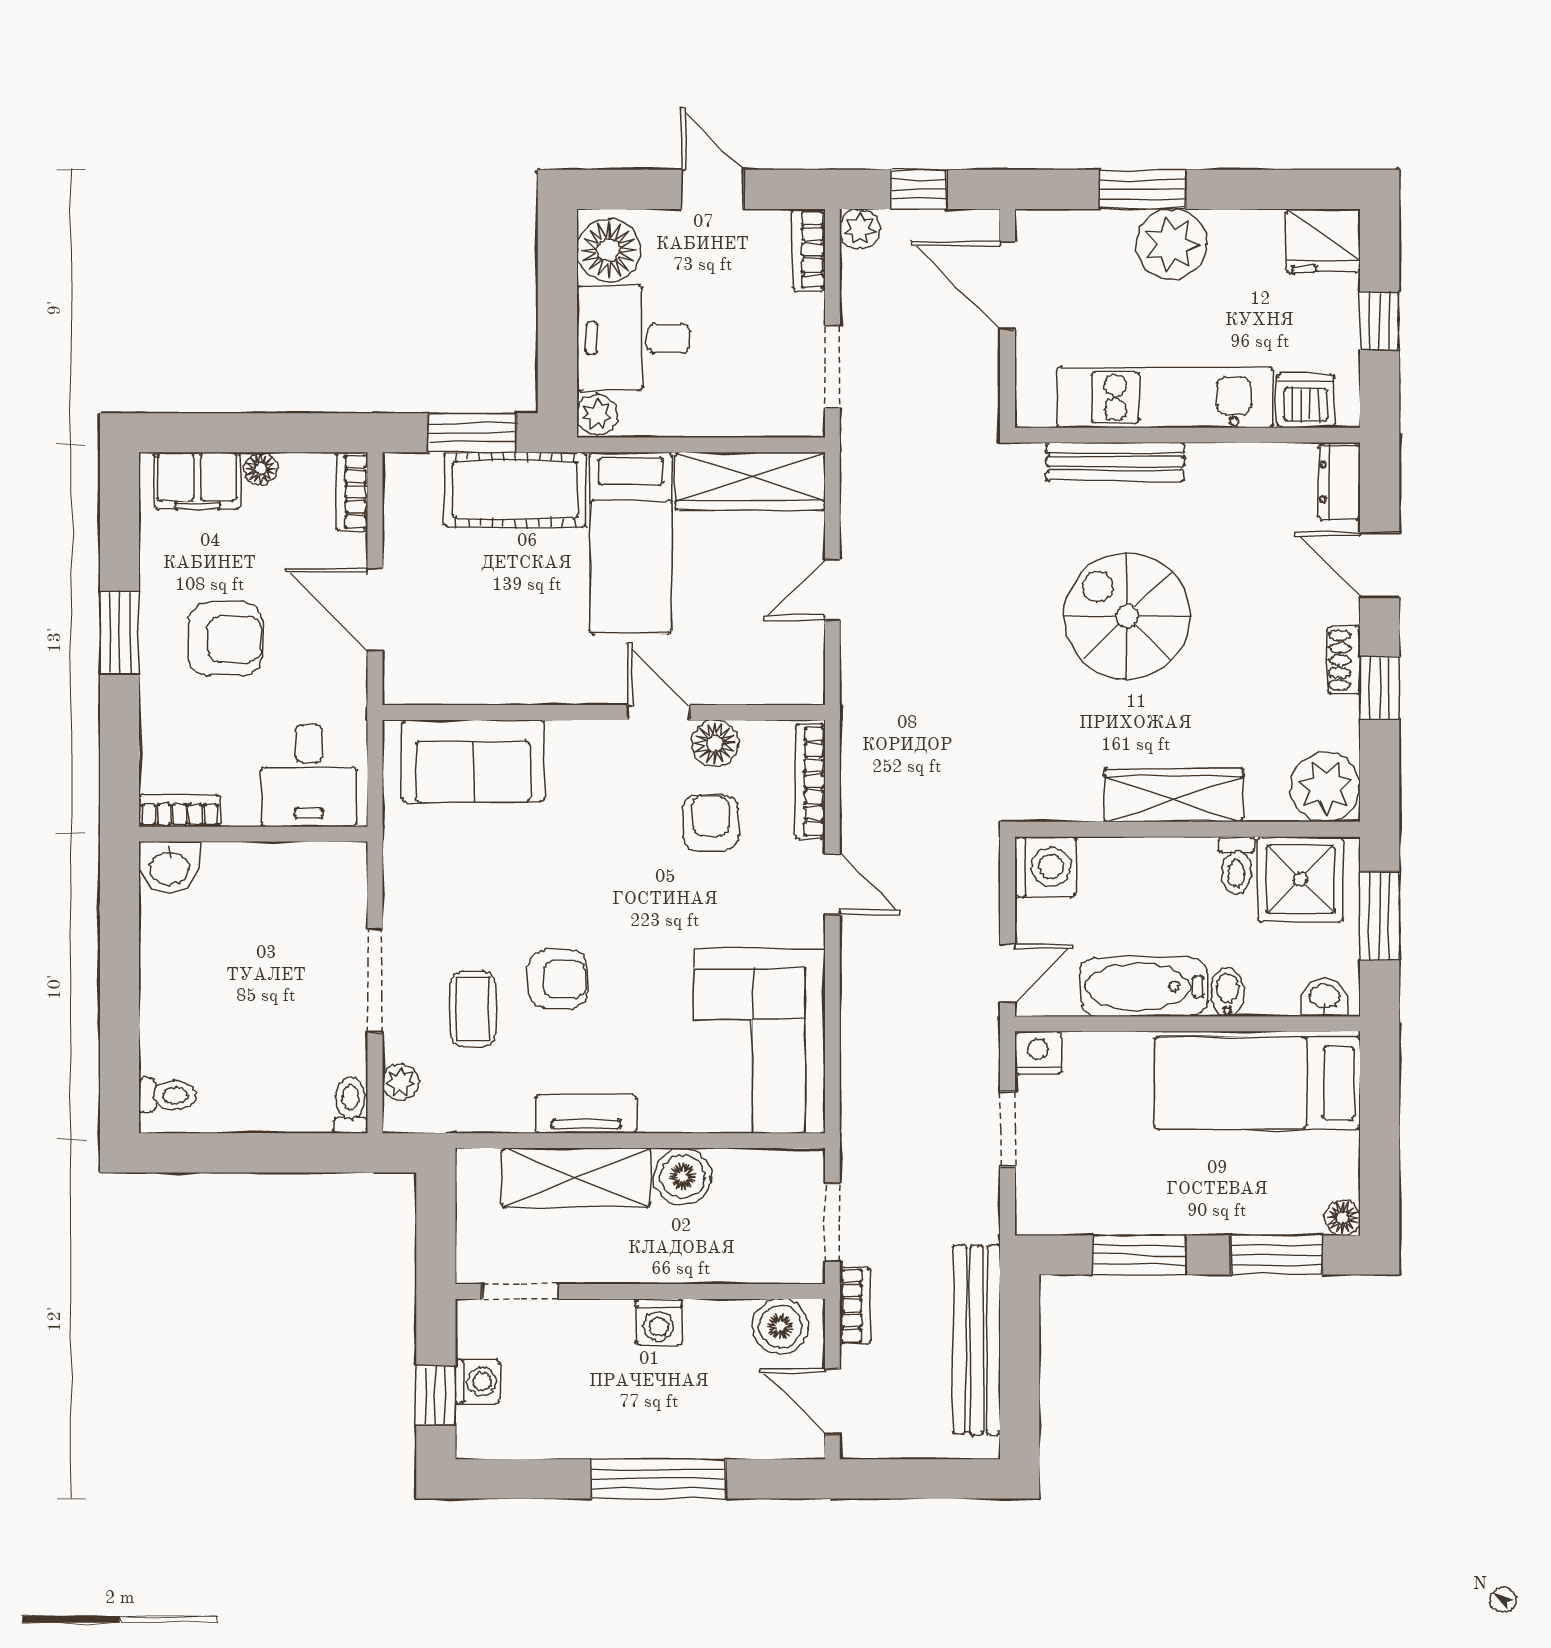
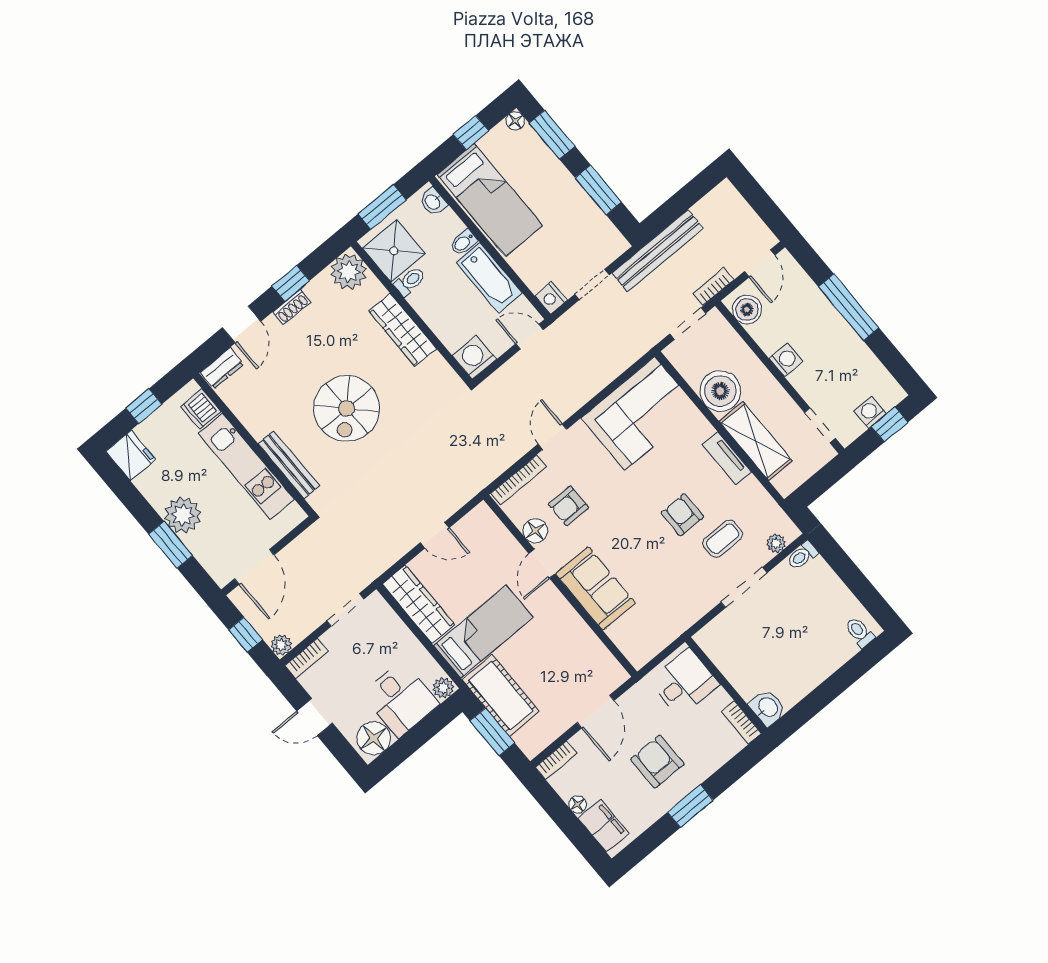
door: (713, 189) -> (314, 717), hinge flipped
sofa: (473, 761) -> (596, 588), moved
window: (1380, 1138) -> (471, 133), added
boiler: (683, 1177) -> (720, 391), width x1.37, depth x1.37
bench: (977, 1340) -> (658, 251), moved

